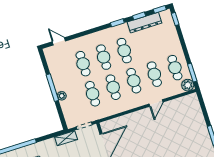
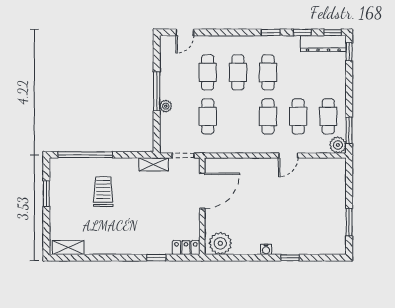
dresser: (145, 23) -> (323, 44), moved
door: (59, 41) -> (185, 32), swing flipped
cafe table: (113, 87) -> (238, 116), removed

